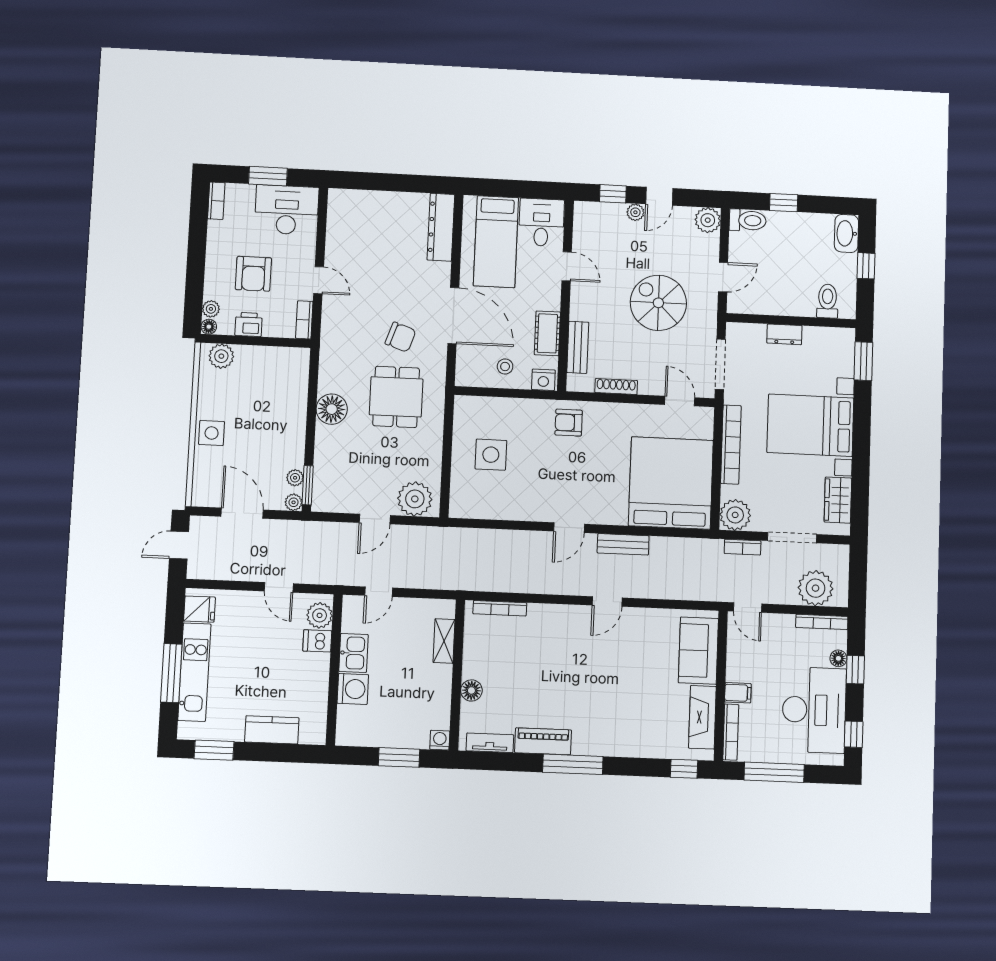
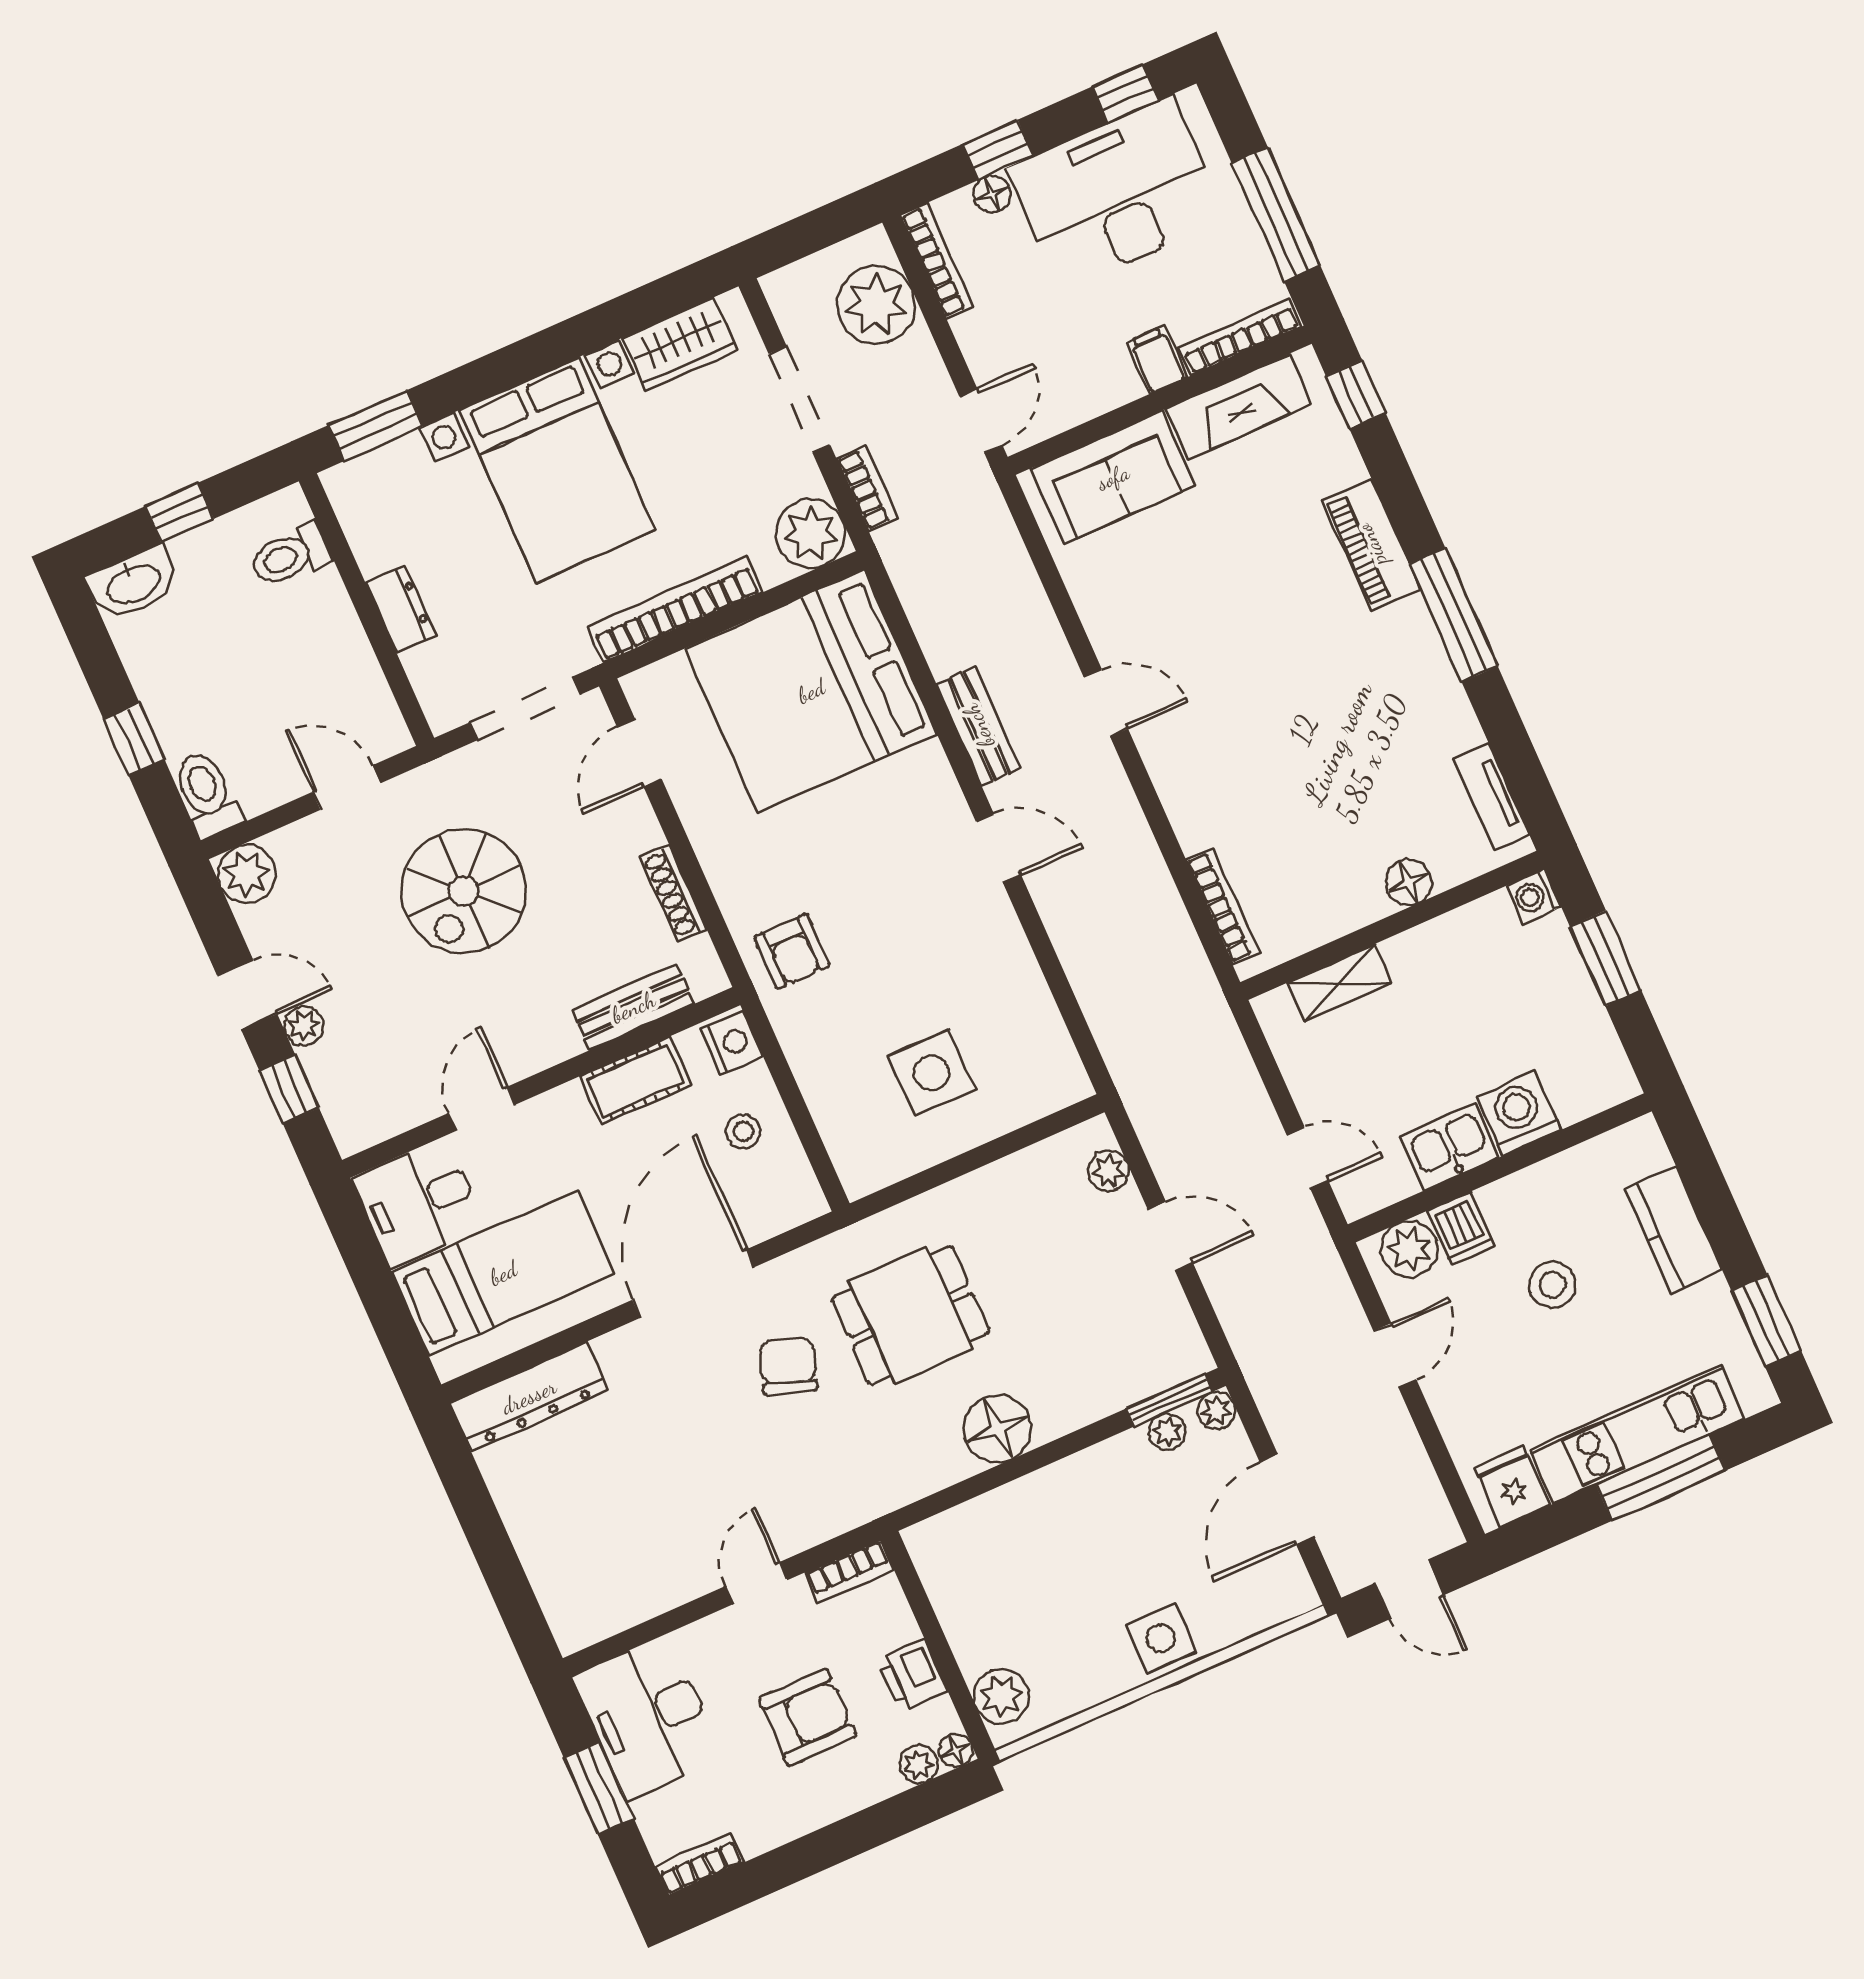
plant: (415, 499) -> (1109, 1171), width x0.53, depth x0.53
stool: (275, 668) -> (1552, 1285), added
piano: (543, 741) -> (1371, 545), moved

